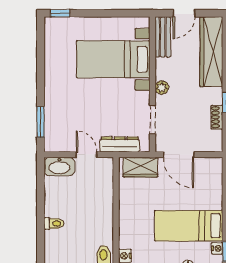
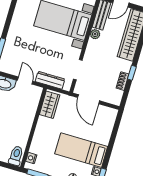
plant: (162, 88) -> (95, 34), moved
wardrobe: (140, 167) -> (50, 105), moved, turned -90

